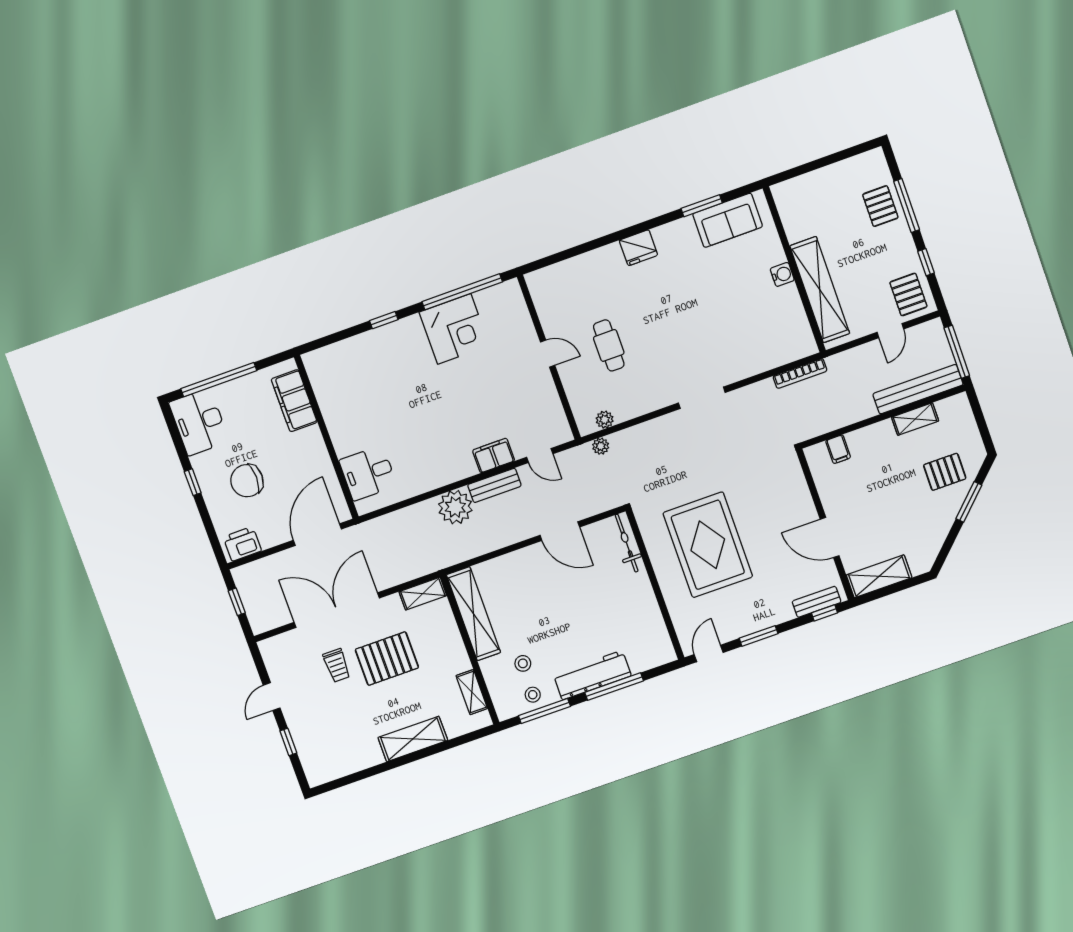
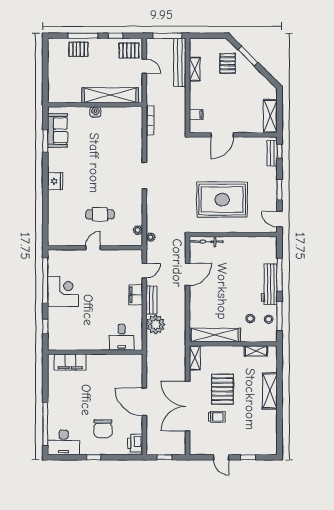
filing cabinet: (294, 401) -> (70, 362), moved
wall: (326, 437) -> (95, 352), moved
desk: (368, 473) -> (122, 337), moved
door: (830, 537) -> (222, 135), moved

